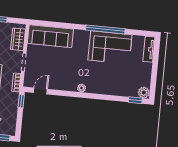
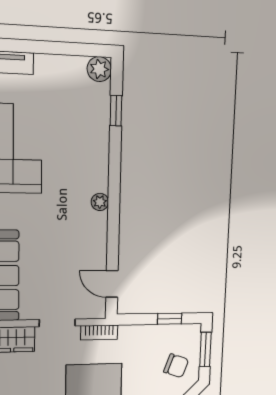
window: (135, 100) -> (116, 111), moved
window: (21, 101) -> (170, 319), moved

